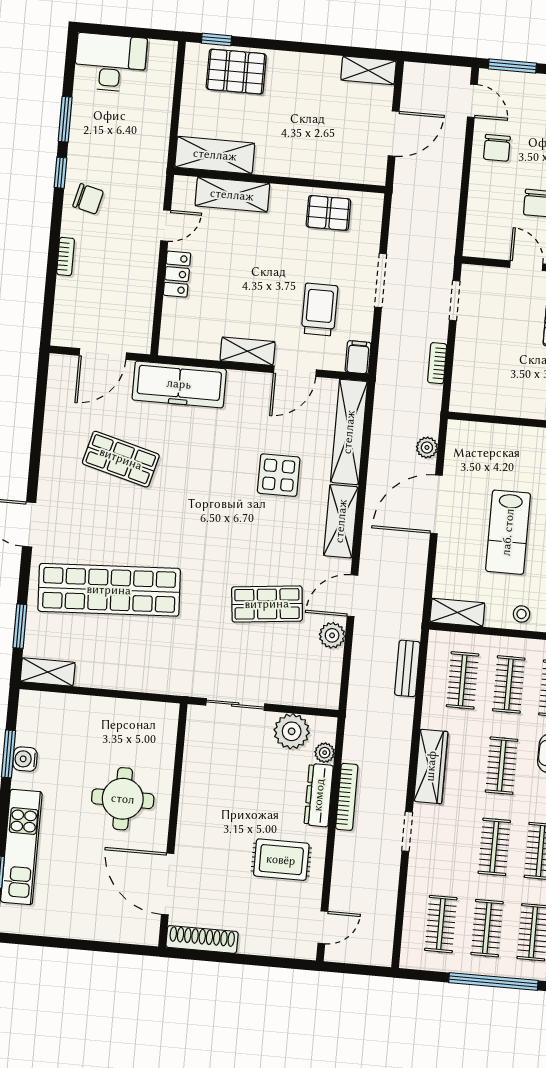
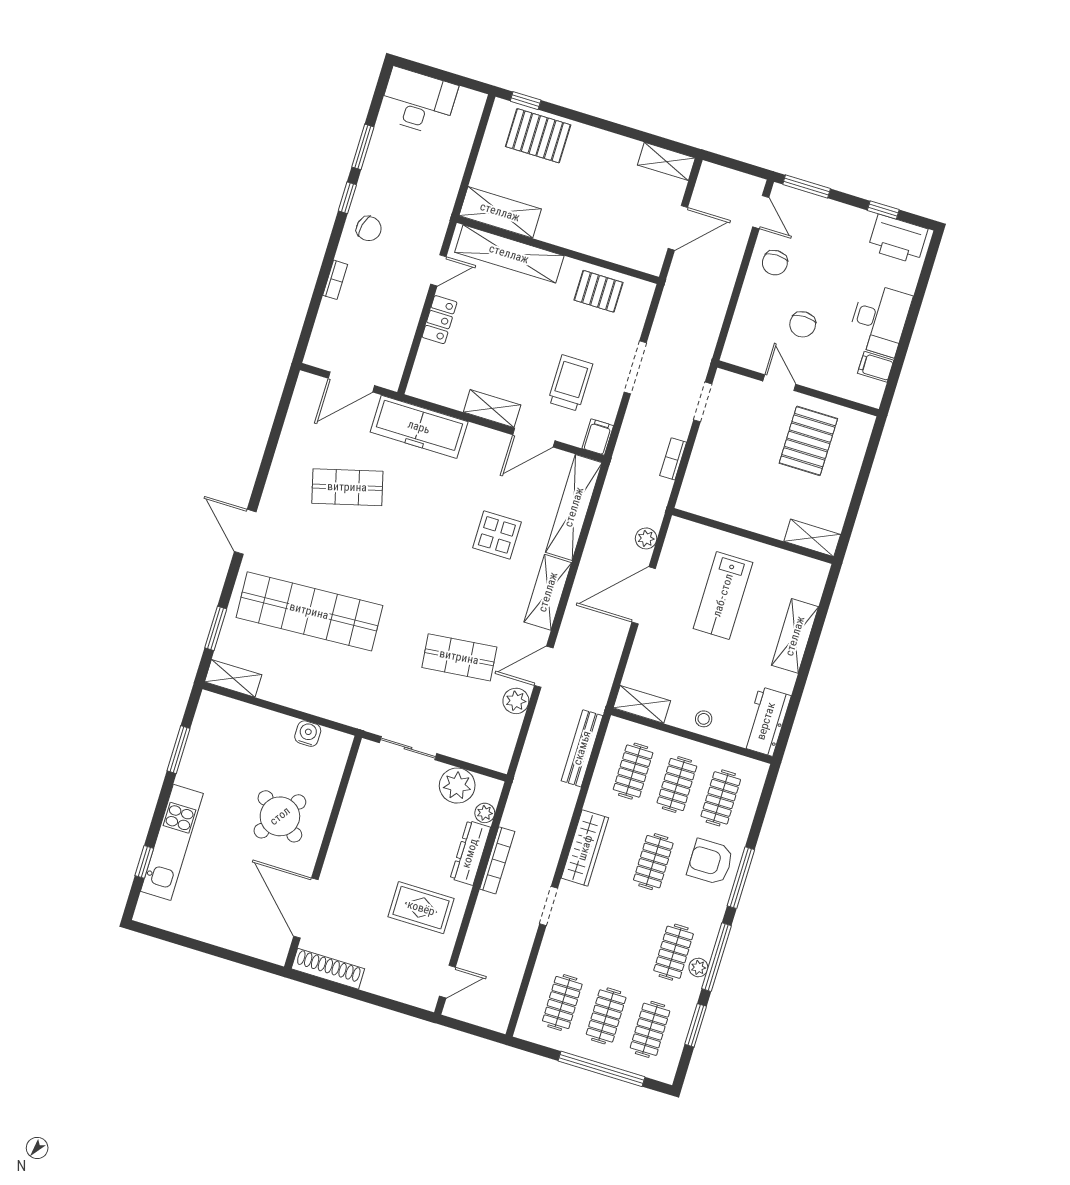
shelving: (232, 195) -> (509, 254), width x1.47
shop shelf: (121, 459) -> (347, 487), turned -30
lab bench: (508, 532) -> (723, 595), moved
bench: (407, 668) -> (582, 748), width x1.36
water cooler: (25, 759) -> (308, 734), moved, turned 90
round table: (123, 799) -> (280, 816), turned 35
clothes rail: (494, 847) -> (630, 939), removed

